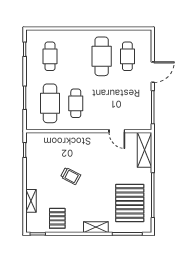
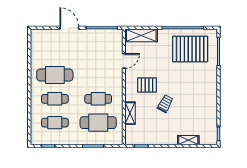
cafe table: (127, 56) -> (55, 99), moved
pallet: (57, 218) -> (147, 85), moved
shelving: (96, 227) -> (130, 113), moved

